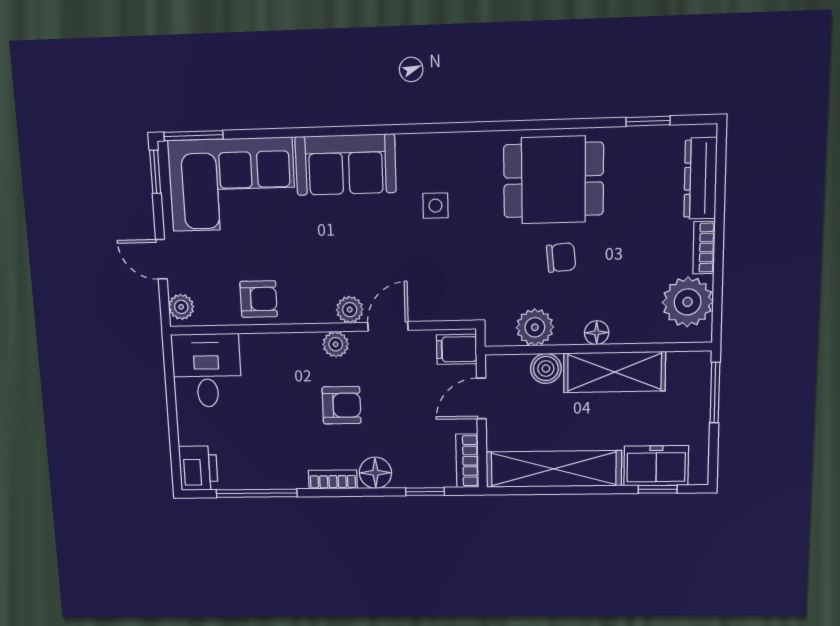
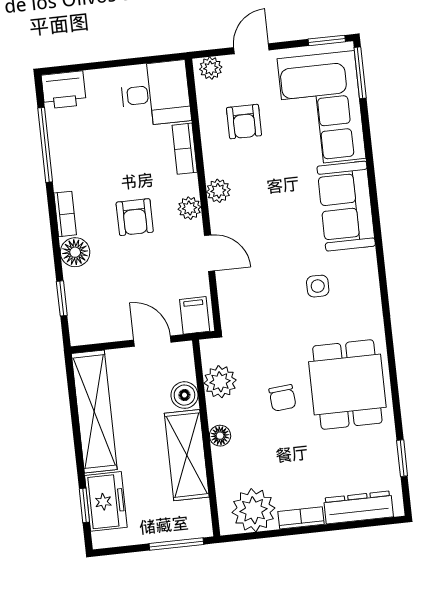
armchair: (259, 299) -> (244, 122), moved
plant: (350, 310) -> (218, 191), moved
bookcase: (467, 461) -> (185, 149), moved, turned -90

